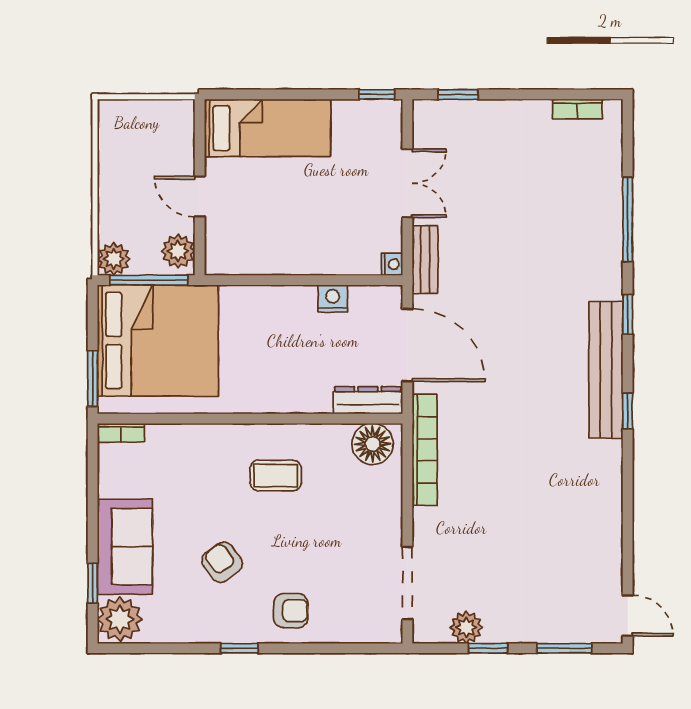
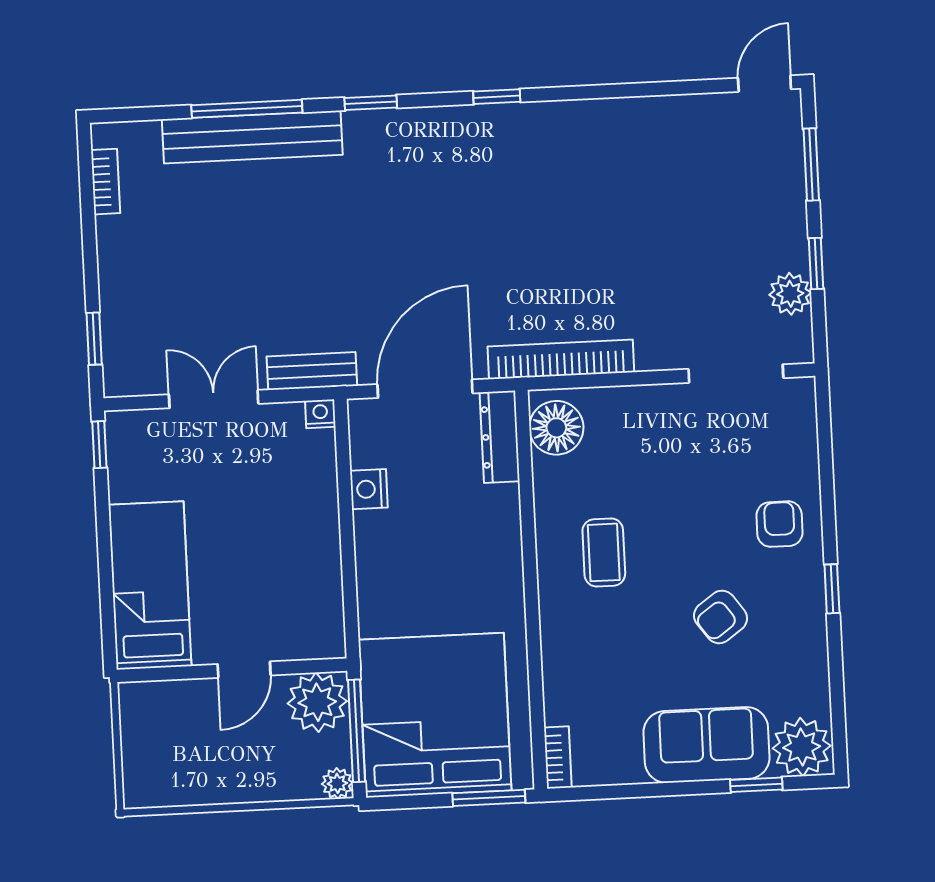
plant: (178, 251) -> (317, 702), width x1.36, depth x1.36
plant: (114, 259) -> (337, 783), width x0.73, depth x0.73
bench: (606, 370) -> (252, 137), moved

